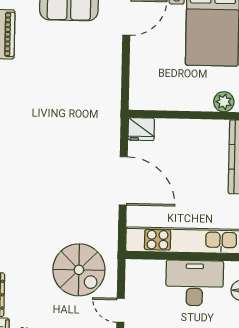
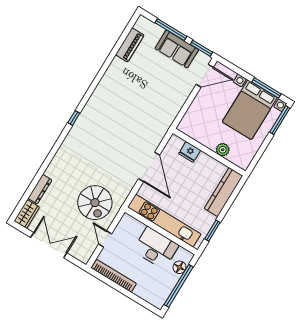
plant: (224, 102) -> (223, 150), moved
fridge: (141, 129) -> (190, 152), moved

